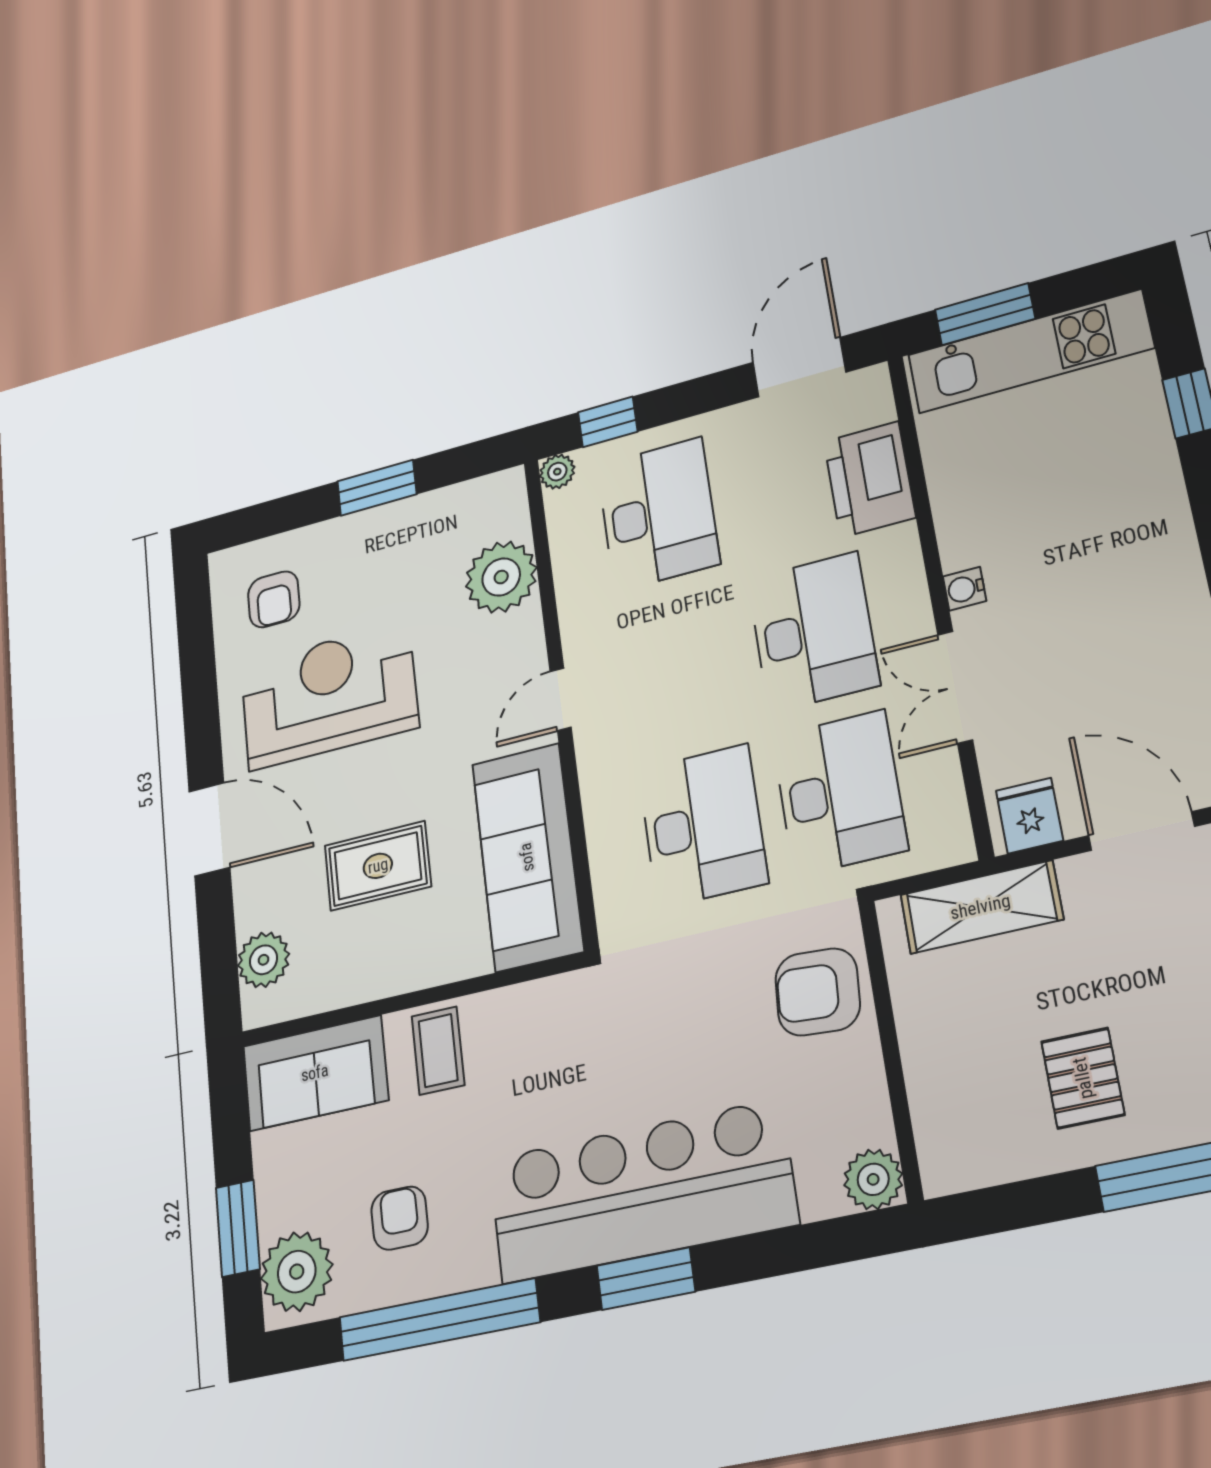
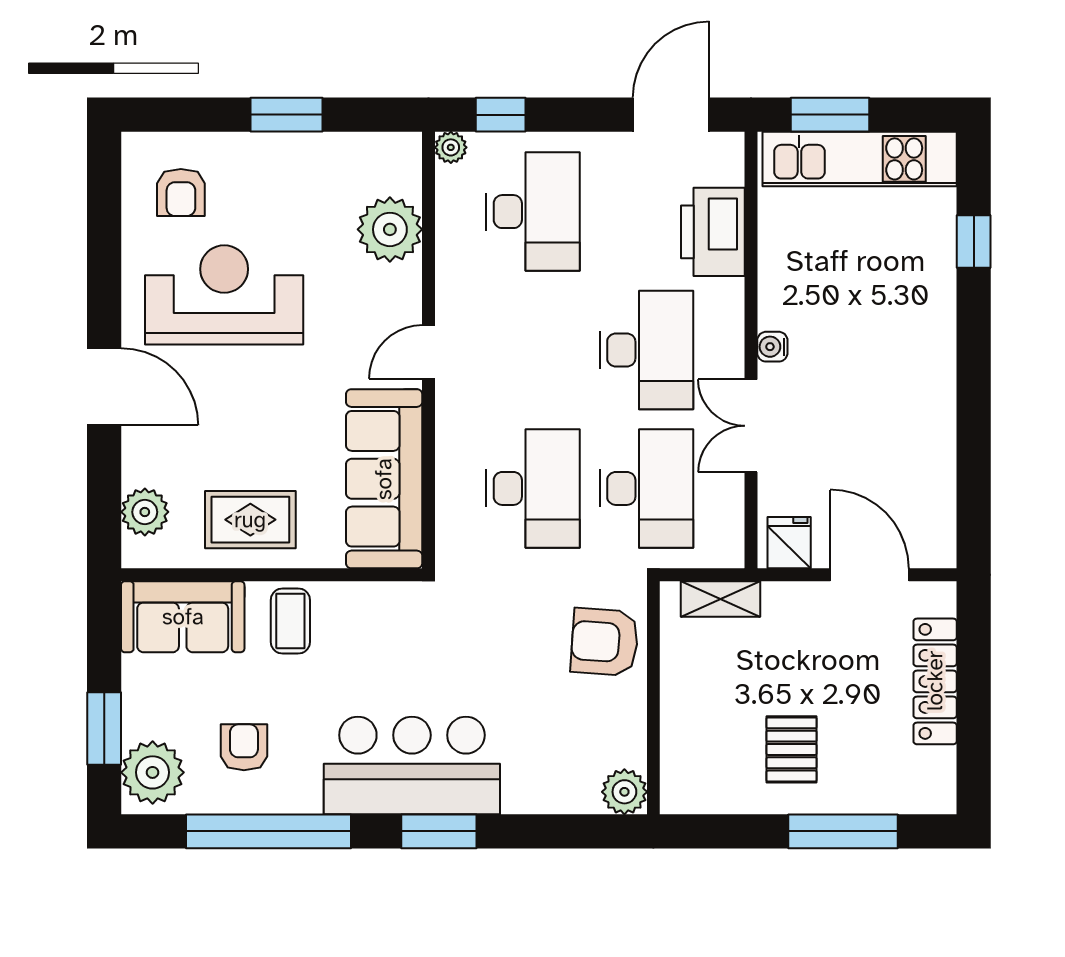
rug: (378, 866) -> (250, 520), moved
shelving: (981, 907) -> (721, 599), width x0.67, depth x0.75
bar counter: (641, 1192) -> (412, 765), width x0.73

